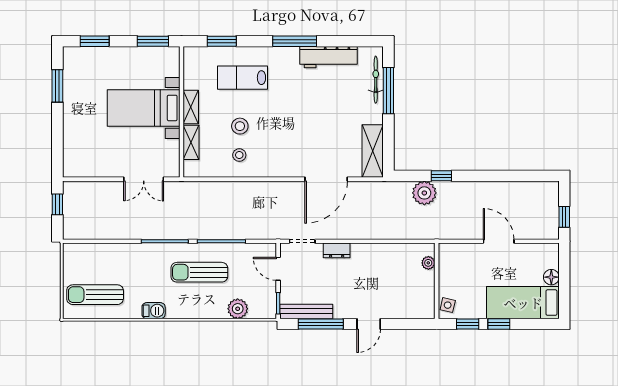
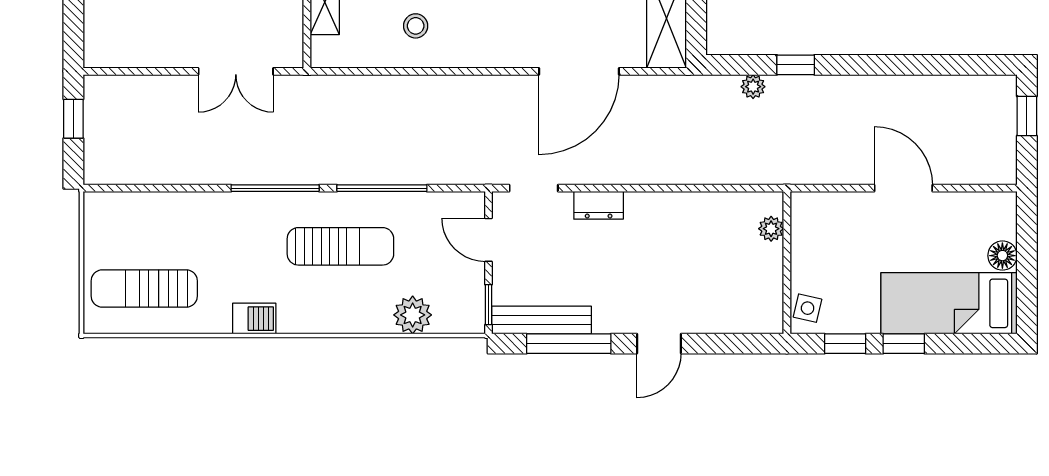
plant: (424, 193) -> (753, 87), width x0.53, depth x0.53
window: (564, 217) -> (1027, 116), moved
sun lounger: (199, 272) -> (340, 246), turned 180

